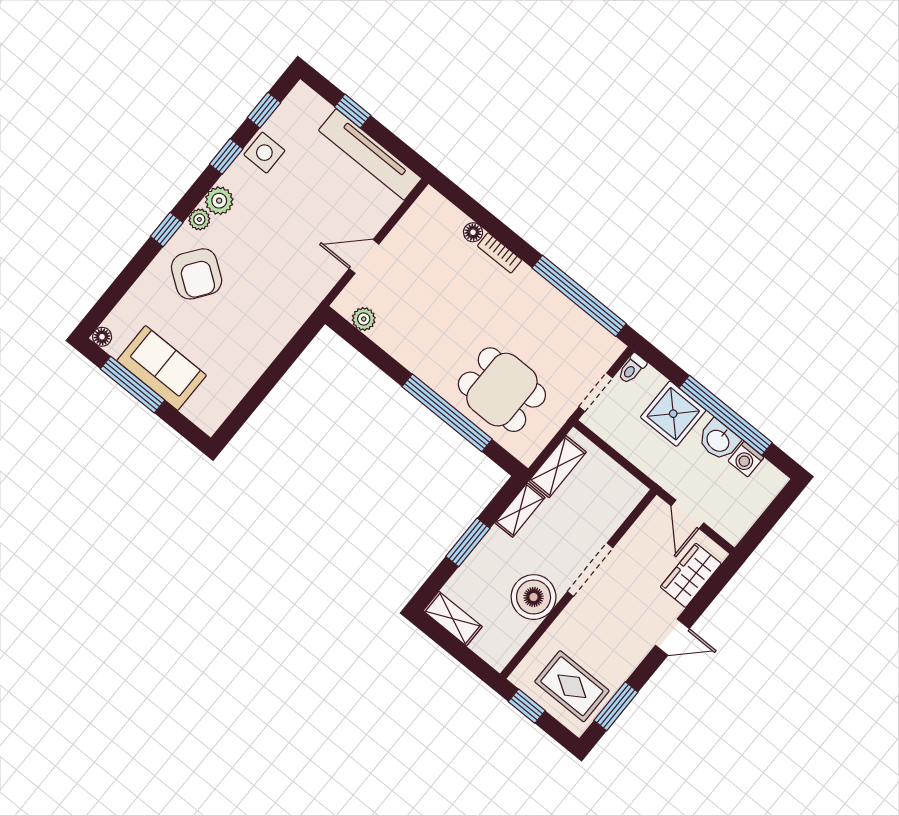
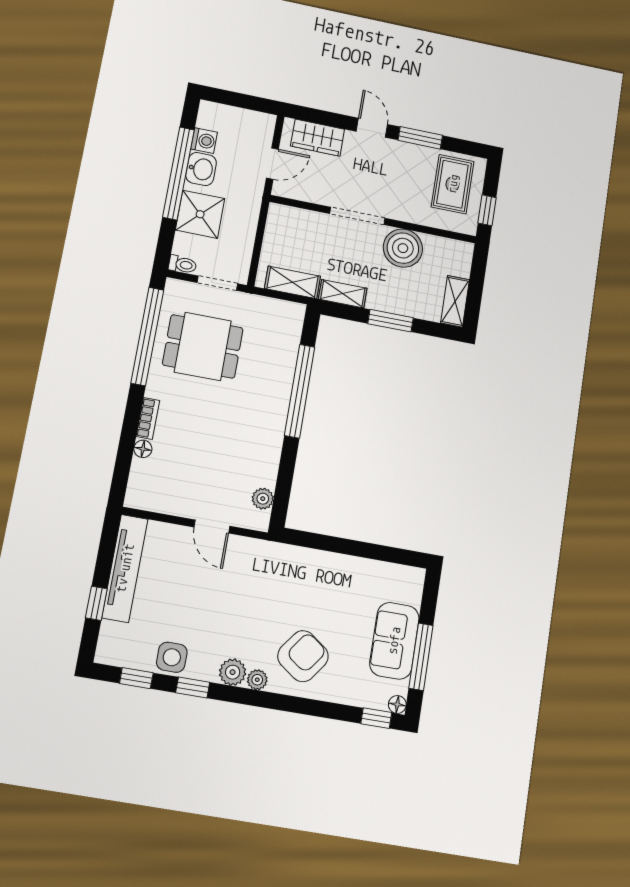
window: (167, 229) -> (376, 718), moved
dining table: (502, 390) -> (203, 346), moved, turned 90
window: (616, 706) -> (420, 138), moved

